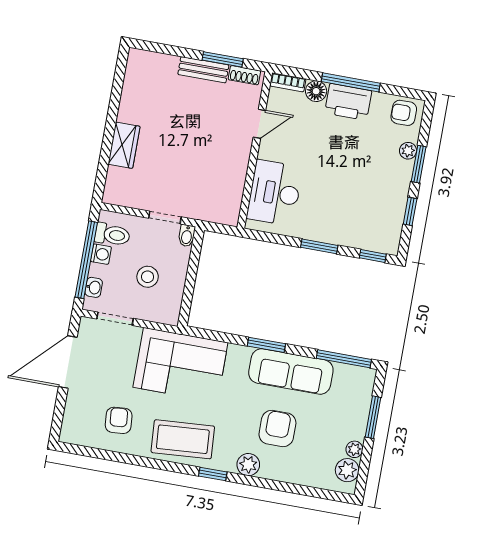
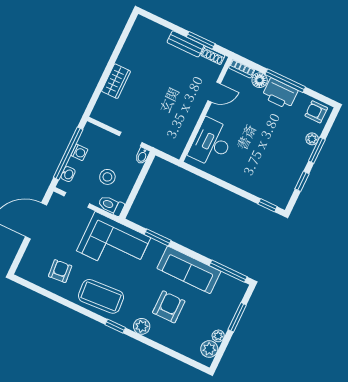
toilet: (112, 235) -> (111, 205), moved, turned 180
window: (319, 246) -> (232, 188), removed
window: (266, 345) -> (158, 237), moved

